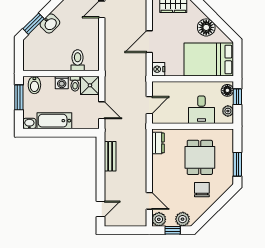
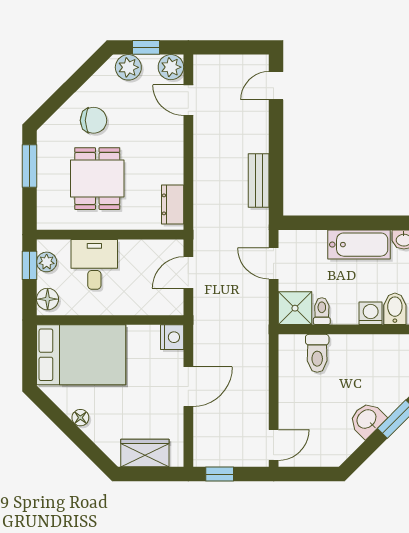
floor lamp: (206, 27) -> (80, 418), width x0.53, depth x0.53
washing machine: (62, 82) -> (371, 313), moved
window: (237, 97) -> (29, 265), moved
chair: (202, 190) -> (94, 120), turned -90

